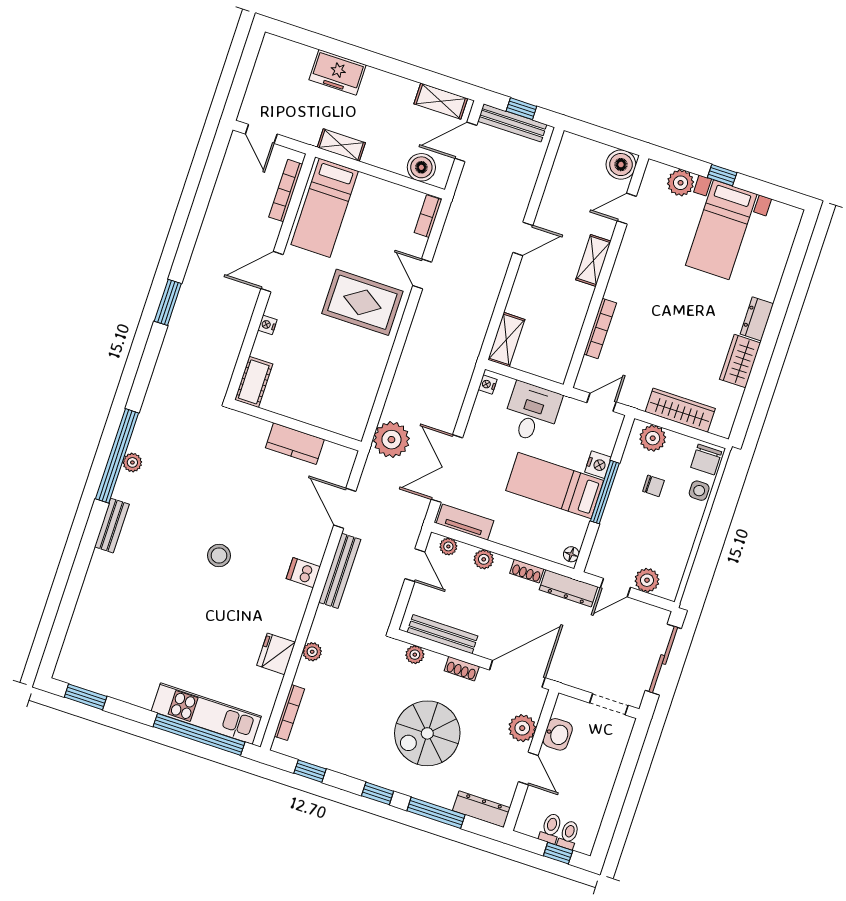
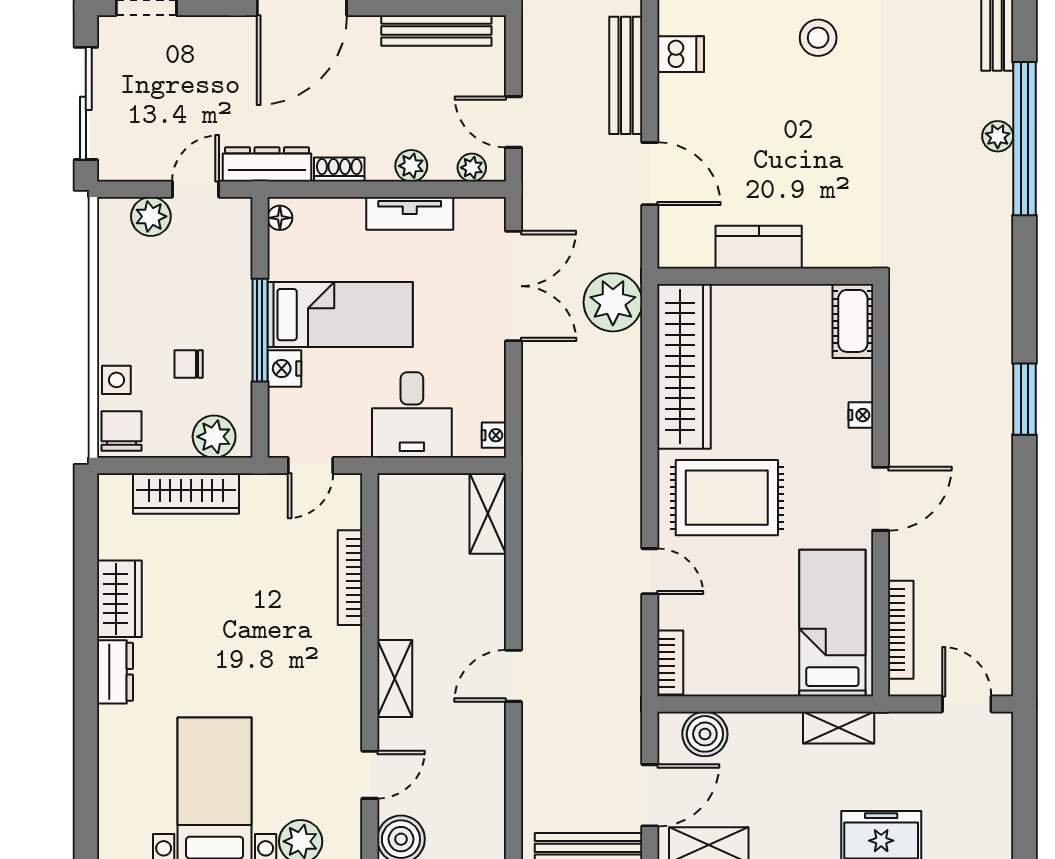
wardrobe: (362, 388) -> (684, 366), added
tv unit: (465, 522) -> (410, 213), moved

